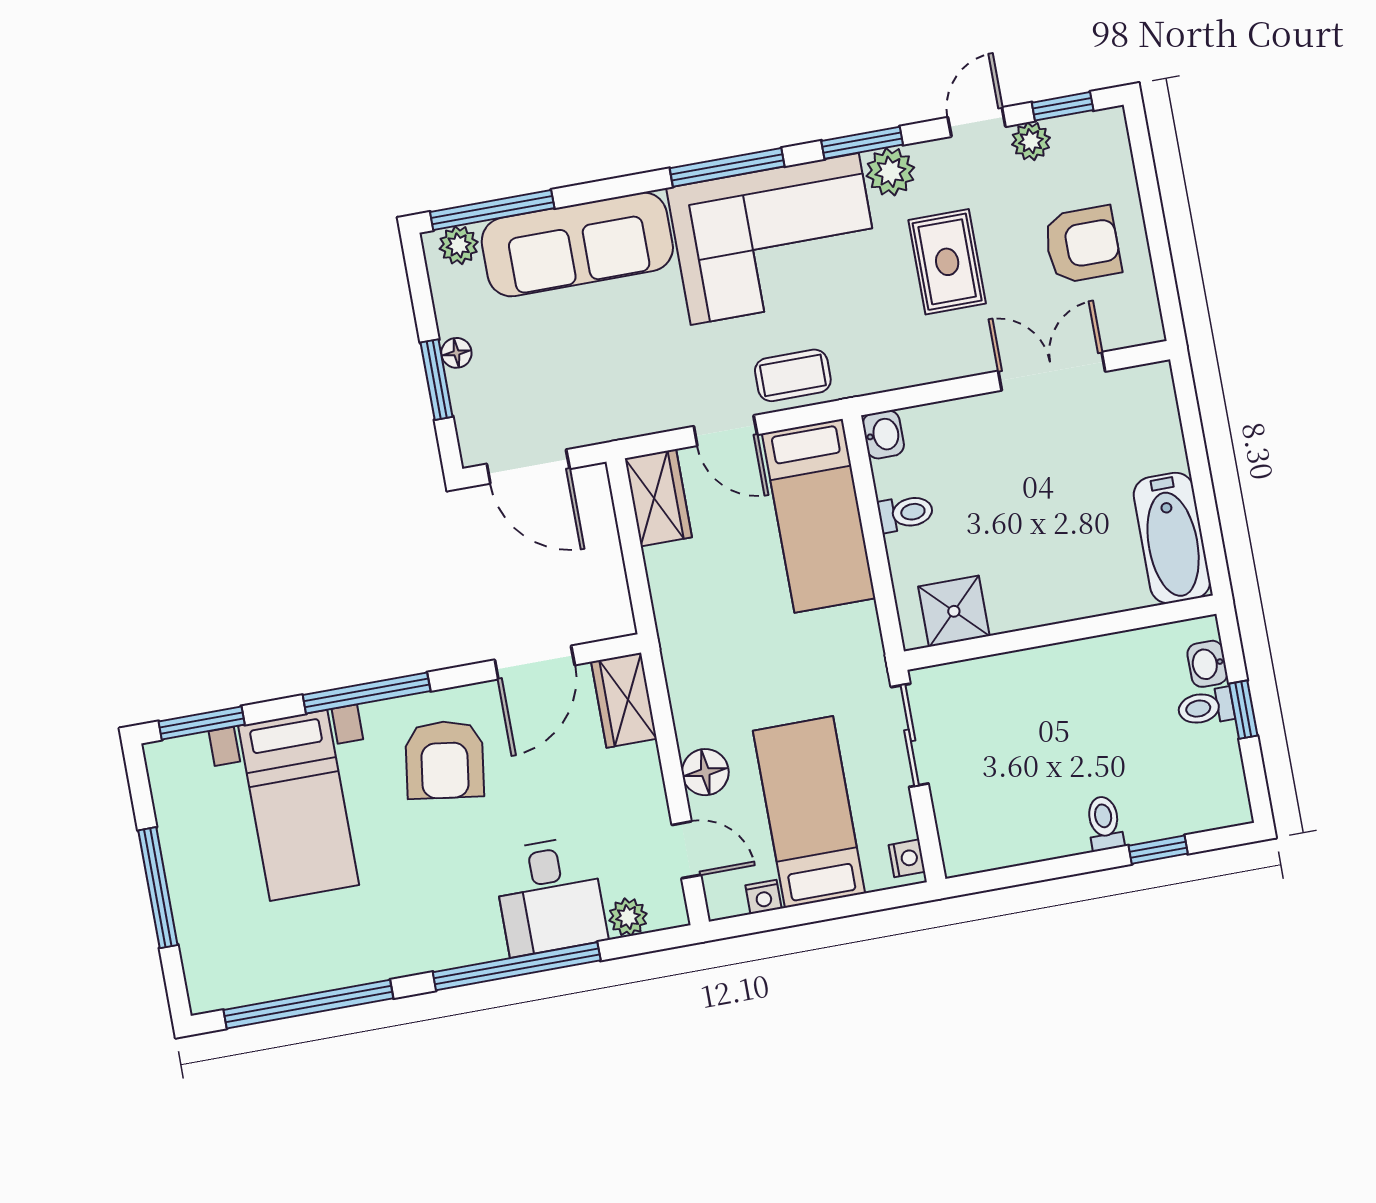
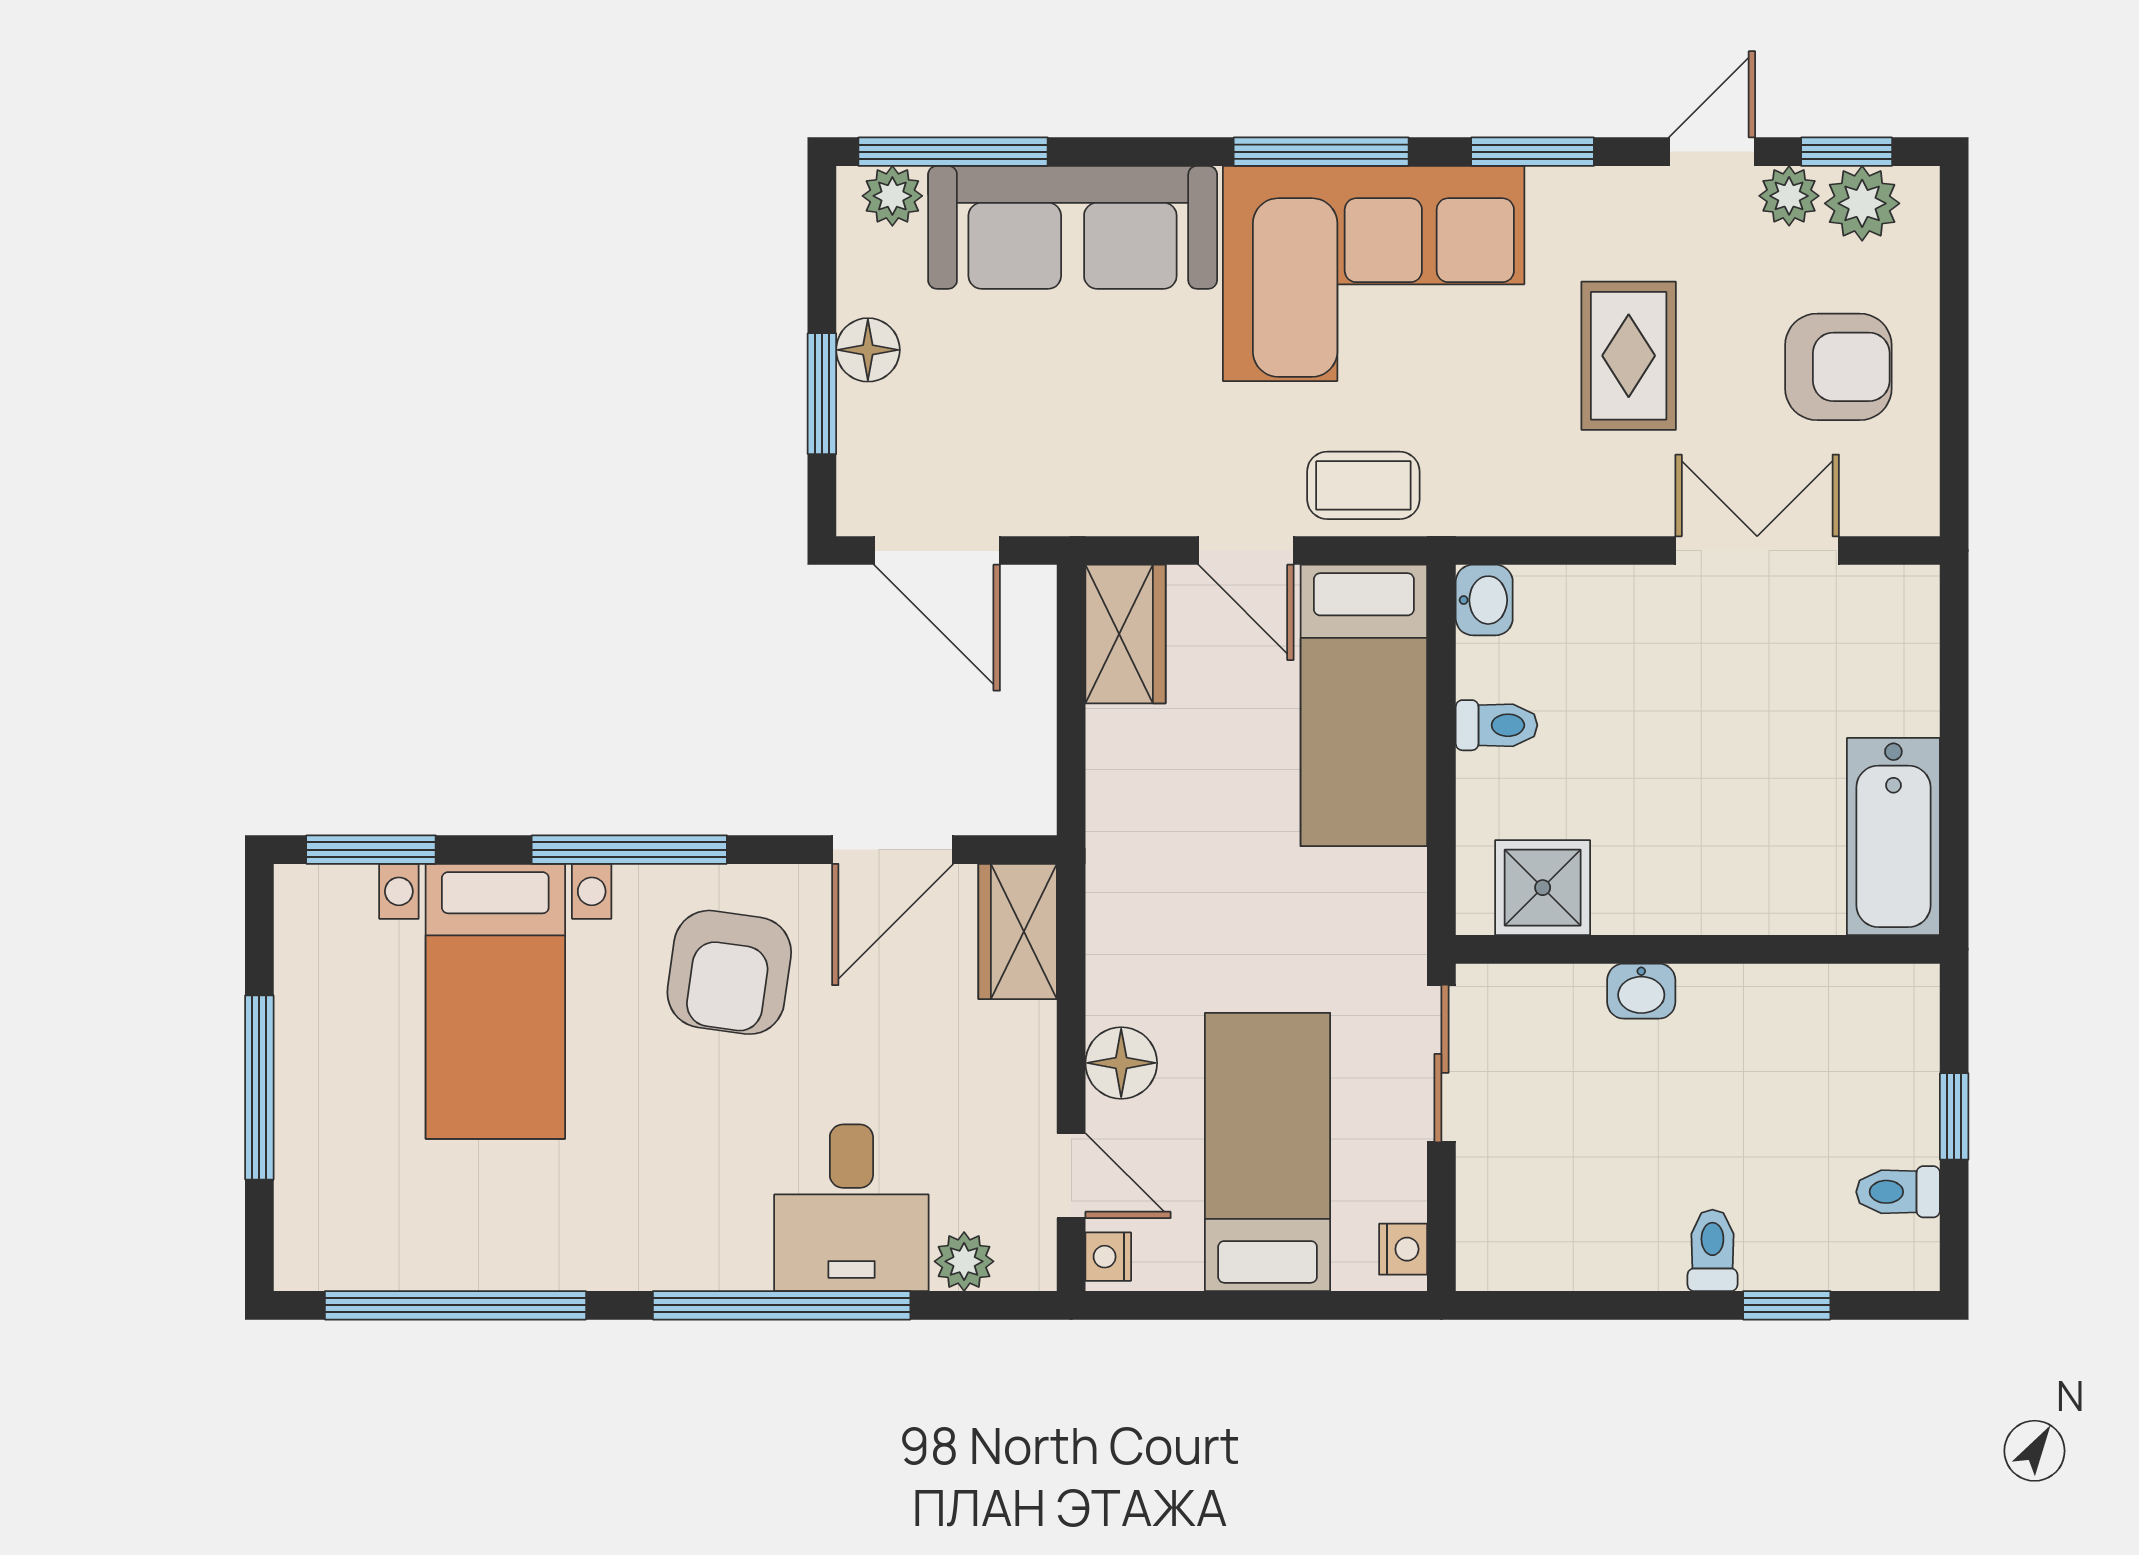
plant: (890, 172) -> (1862, 203), moved
floor lamp: (456, 353) -> (868, 350), width x1.37, depth x1.37
washbasin: (1207, 664) -> (1641, 991), moved, turned -90
toilet: (1206, 707) -> (1898, 1192), moved
nightstand: (763, 897) -> (1108, 1257), moved, turned 90

